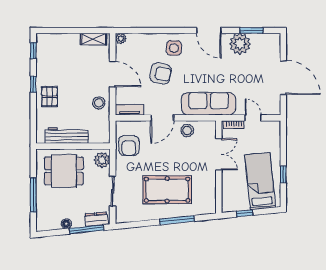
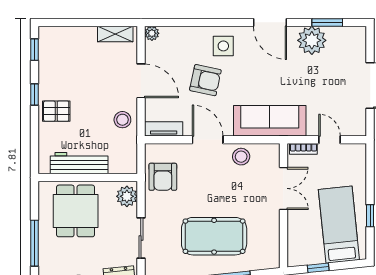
pallet: (49, 97) -> (56, 111), turned 90
door: (162, 118) -> (208, 140), swing flipped
dining table: (64, 171) -> (76, 211), turned 90

